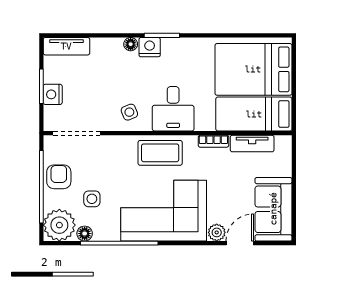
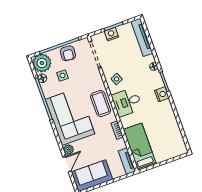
tv unit: (66, 46) -> (142, 37), width x1.41
nightstand: (150, 47) -> (162, 94), moved
bed: (253, 69) -> (164, 138), removed
tv unit: (252, 144) -> (127, 161), moved
armchair: (59, 177) -> (68, 53), turned 96
door: (240, 243) -> (67, 164), hinge flipped

